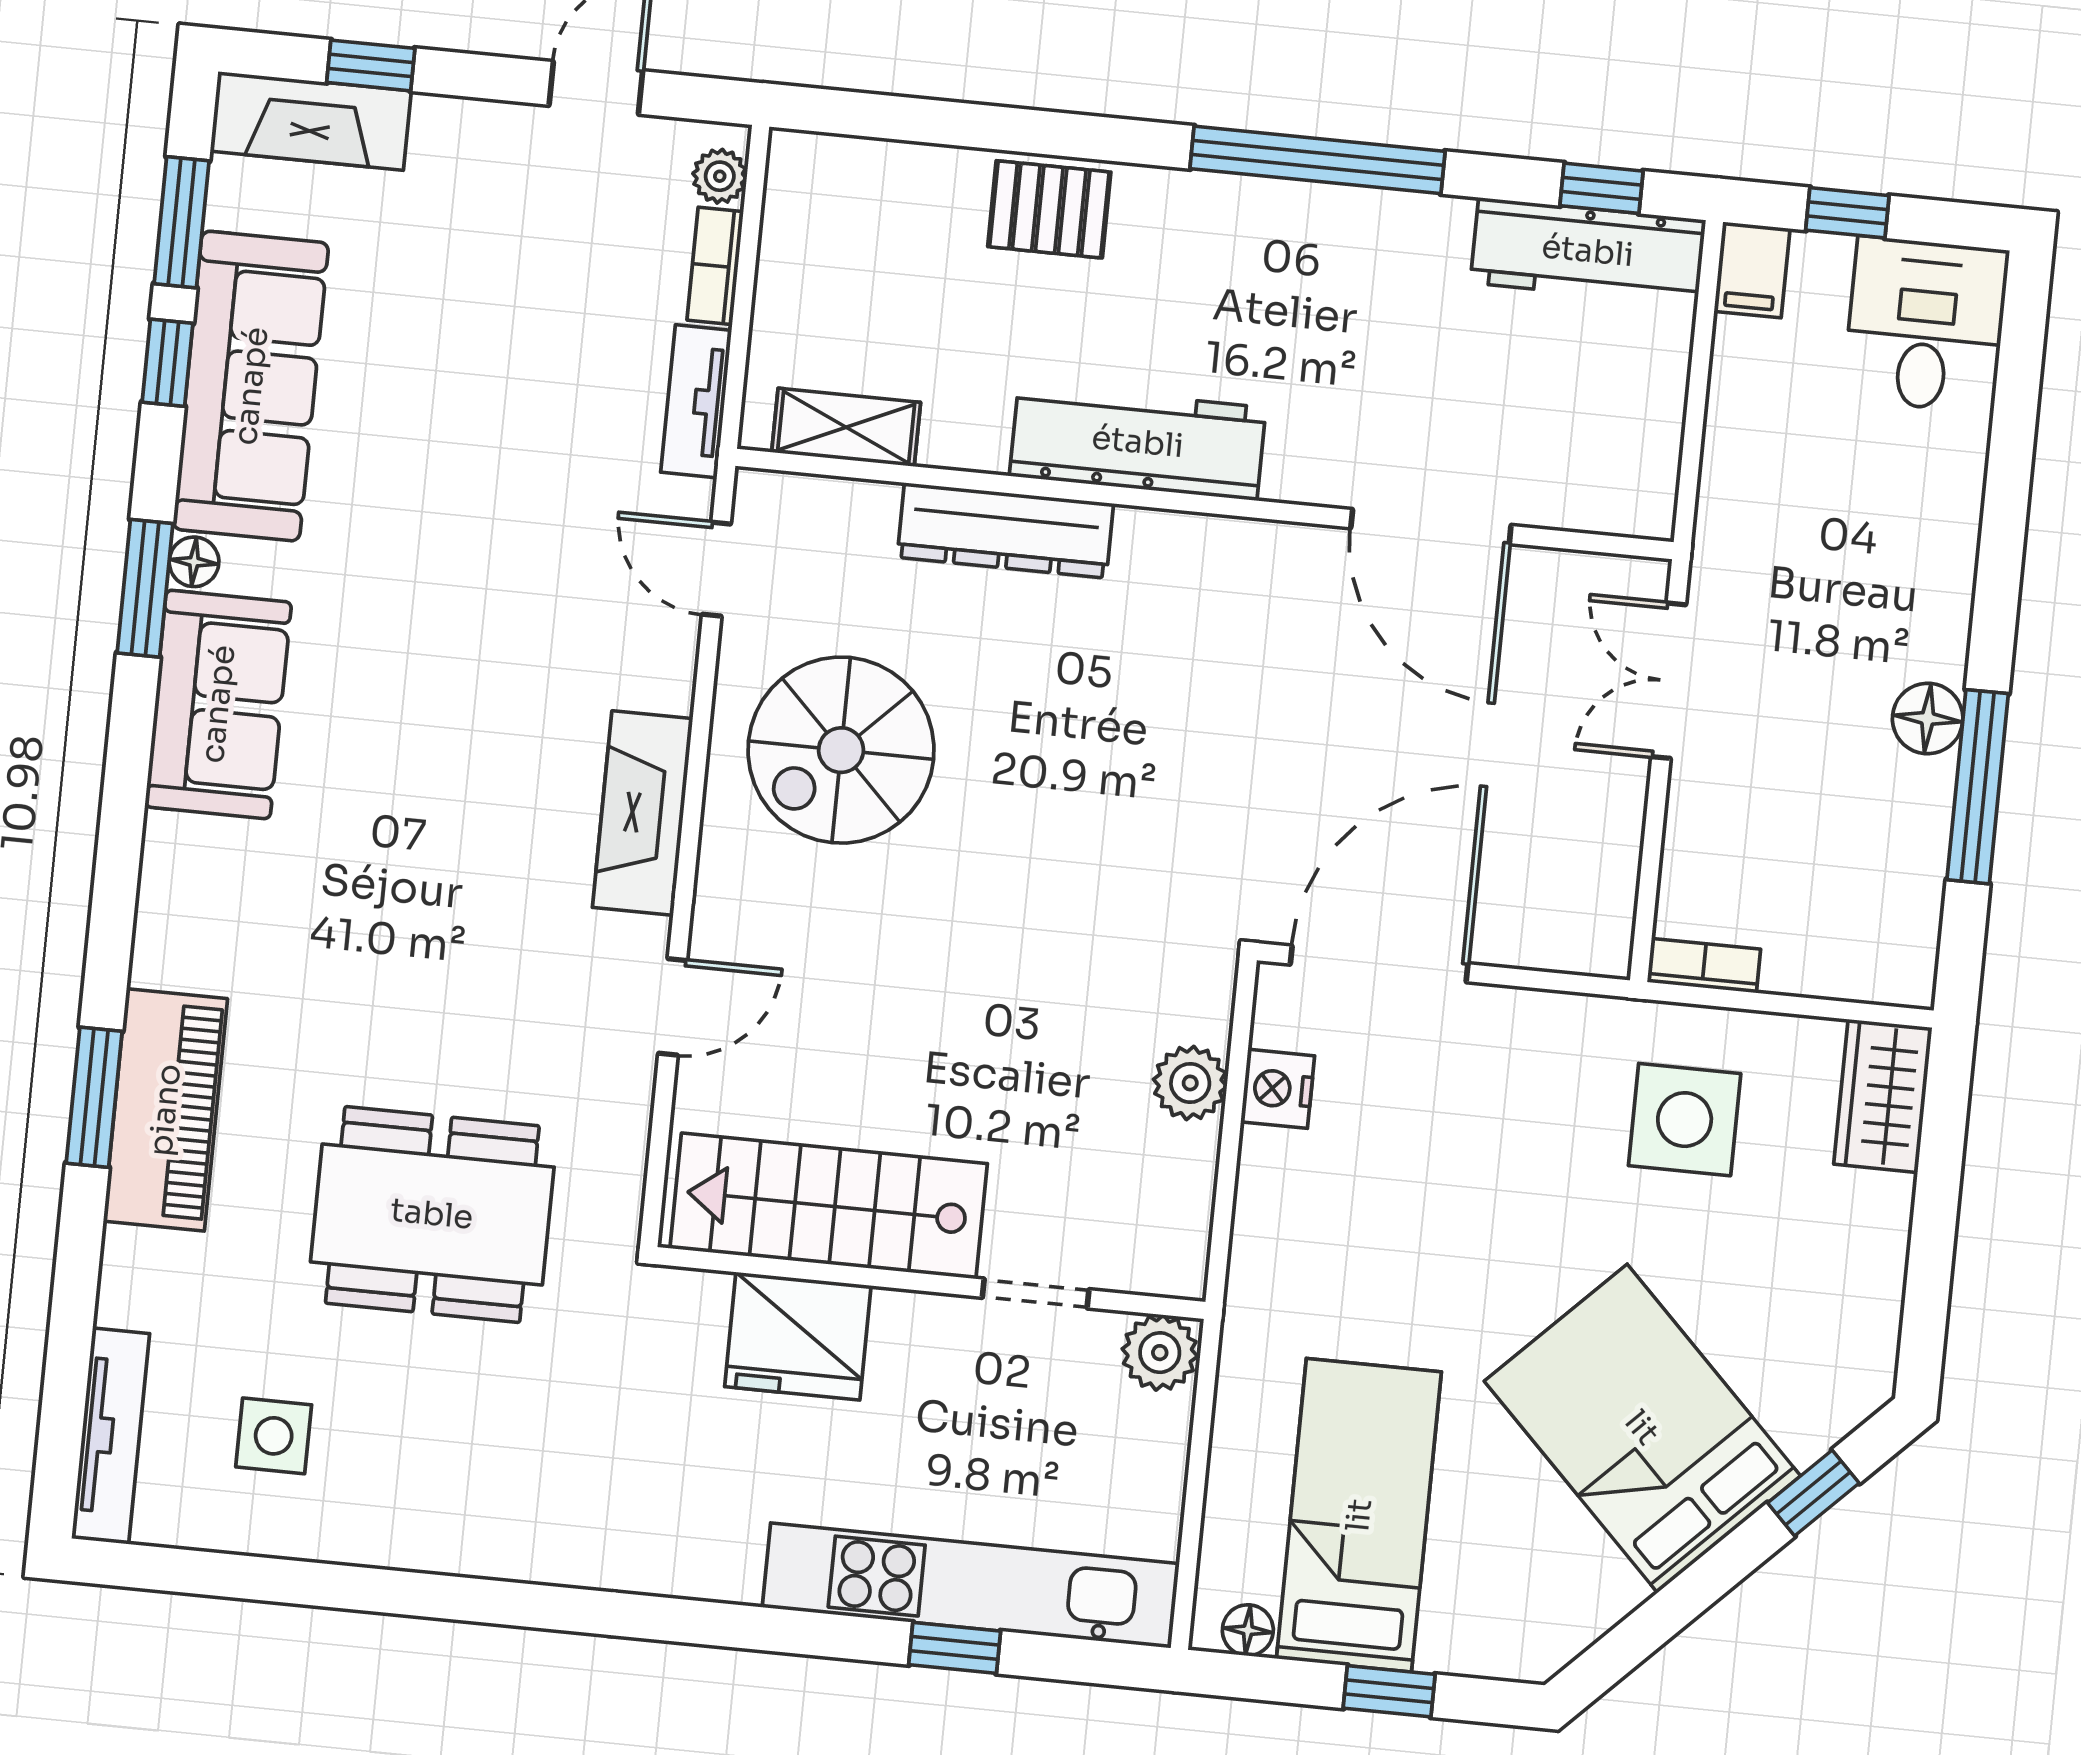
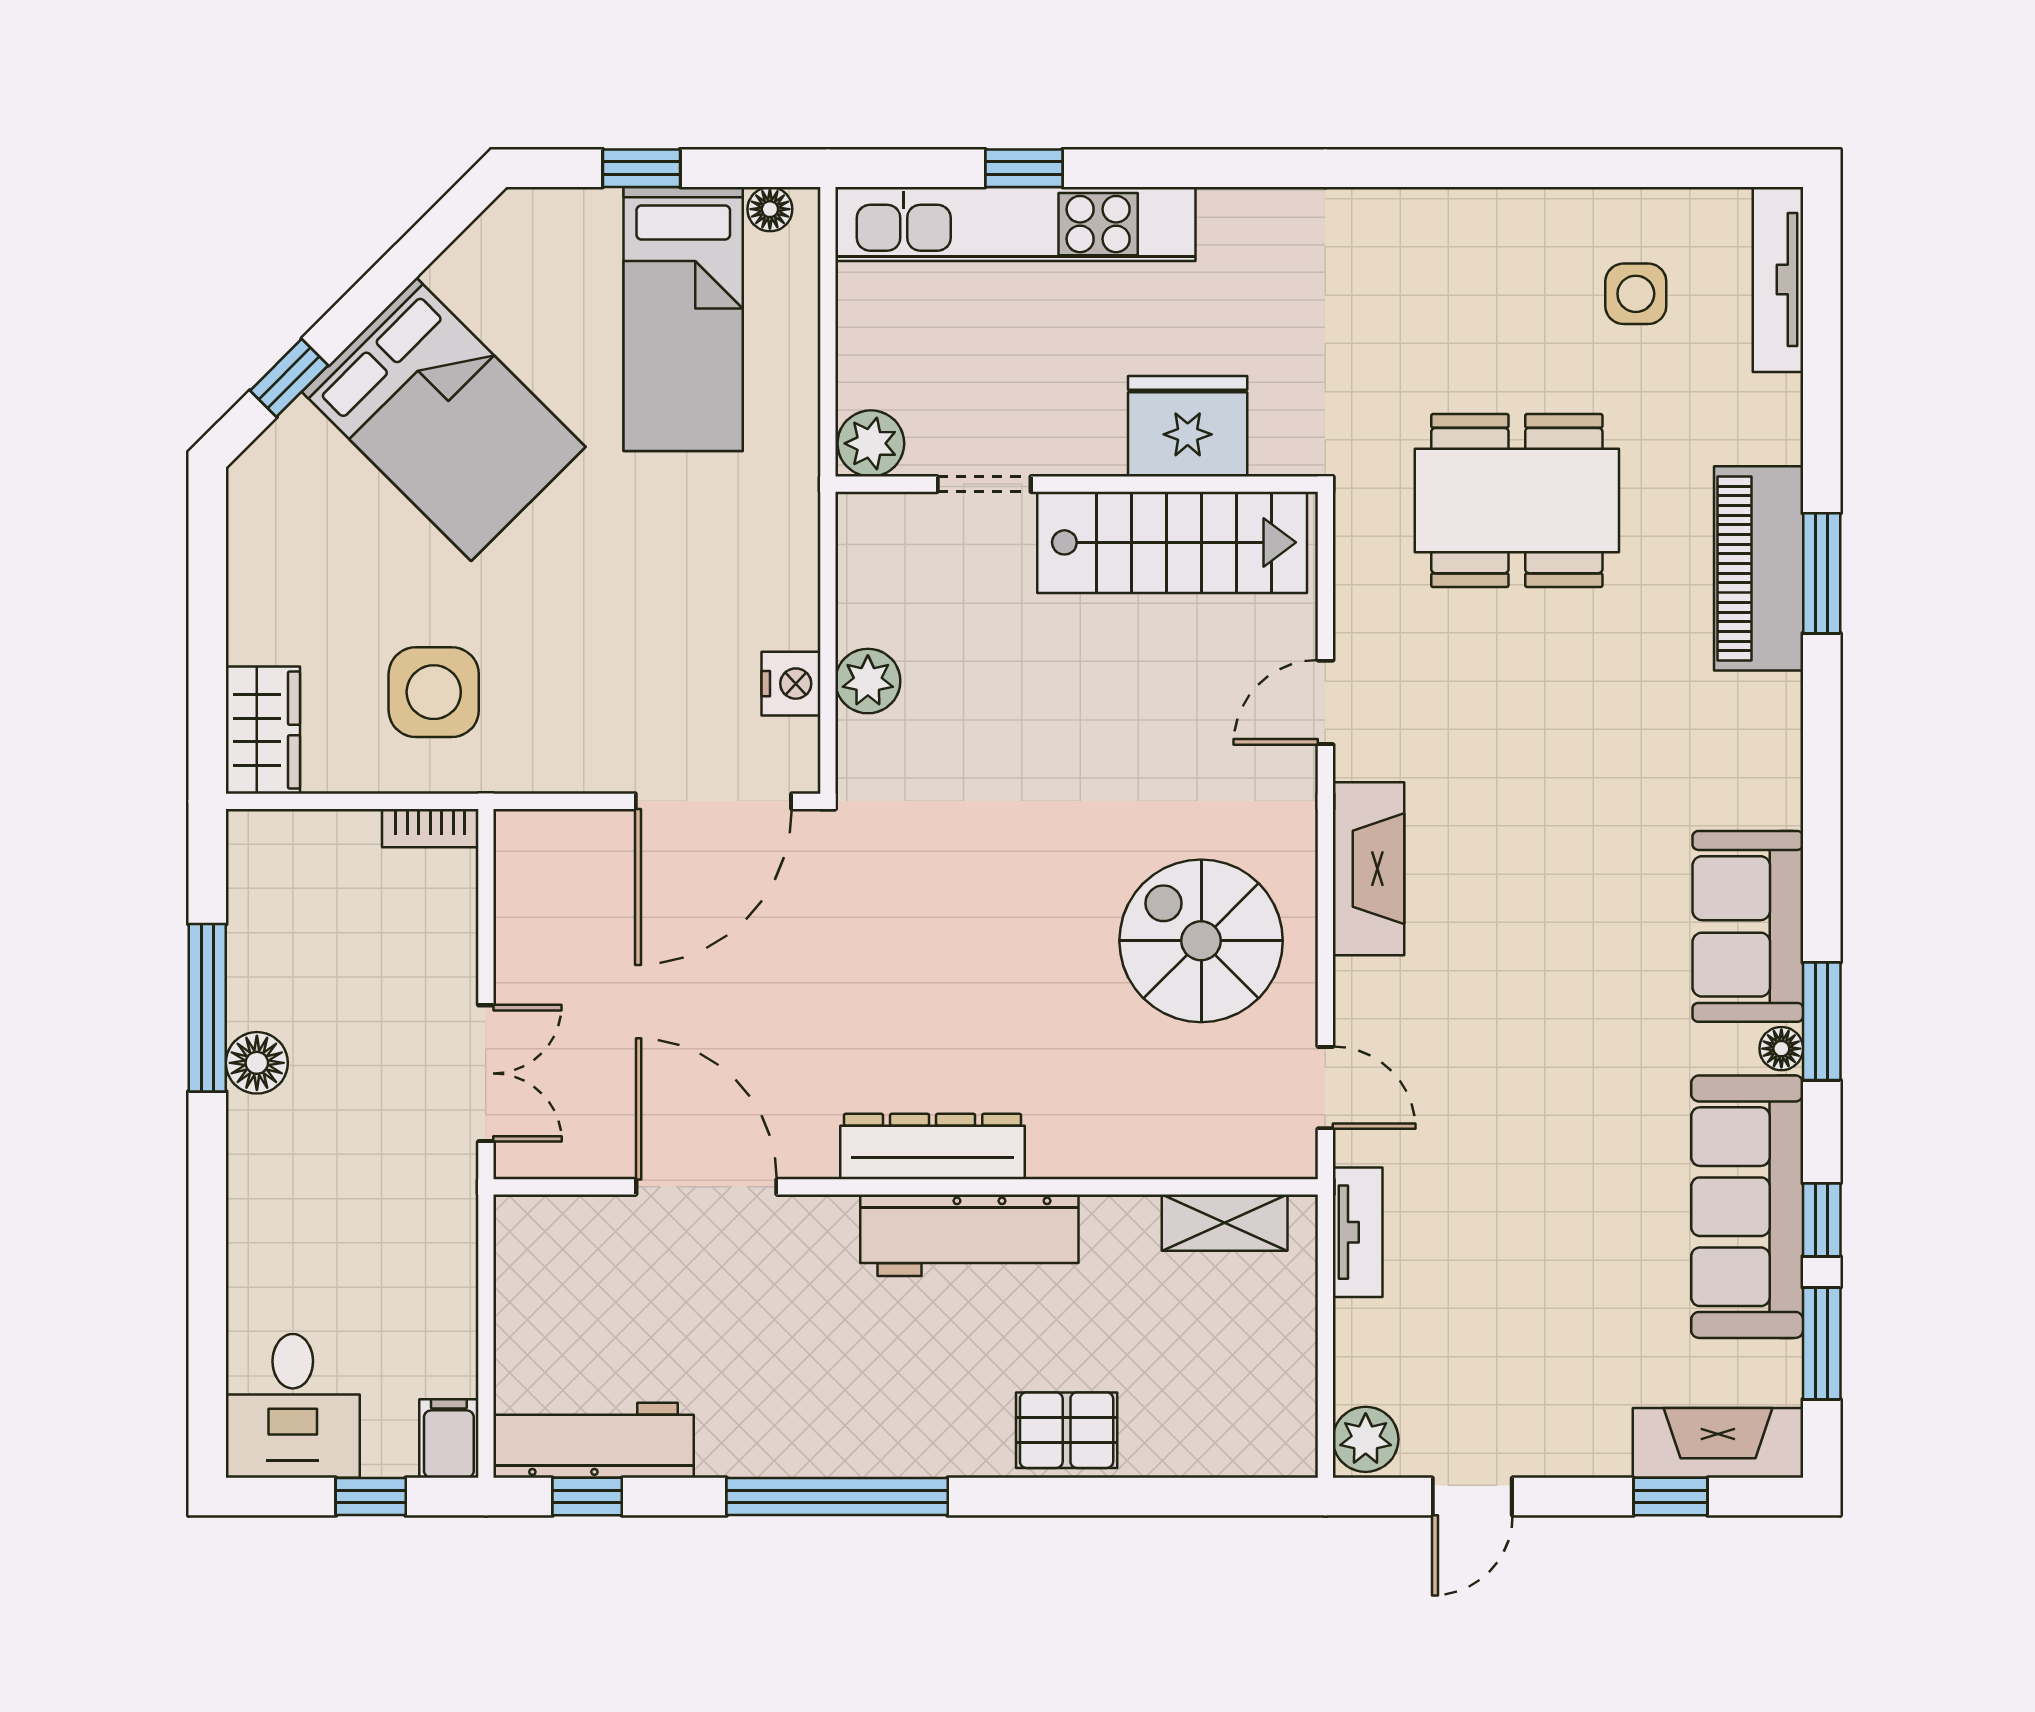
plant: (720, 176) -> (1366, 1439), width x1.38, depth x1.38
bookcase: (715, 266) -> (1353, 1352), removed
dresser: (1005, 530) -> (933, 1147), moved
spiral stairs: (841, 750) -> (1201, 941), turned -90

